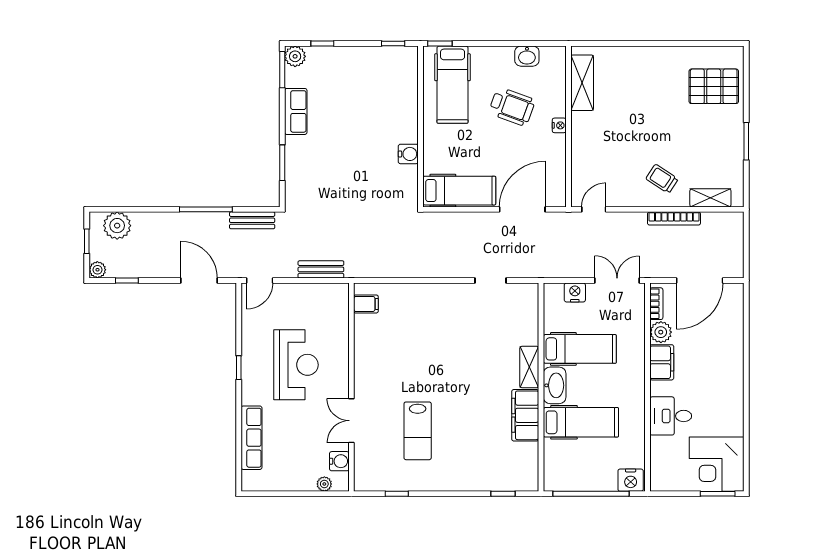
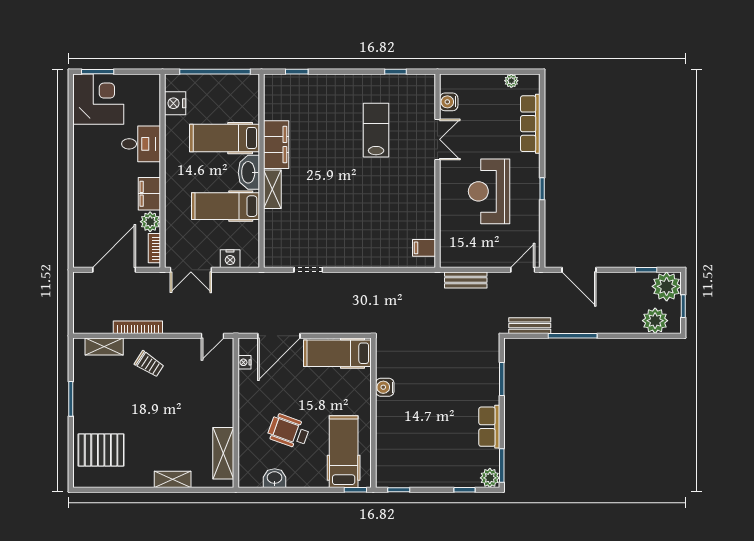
shelving: (637, 55) -> (173, 479), added
nightstand: (559, 125) -> (244, 362), moved
plant: (97, 270) -> (667, 286), width x1.88, depth x1.88
nightstand: (631, 480) -> (175, 103), moved, turned -90
plant: (324, 484) -> (511, 81), moved

